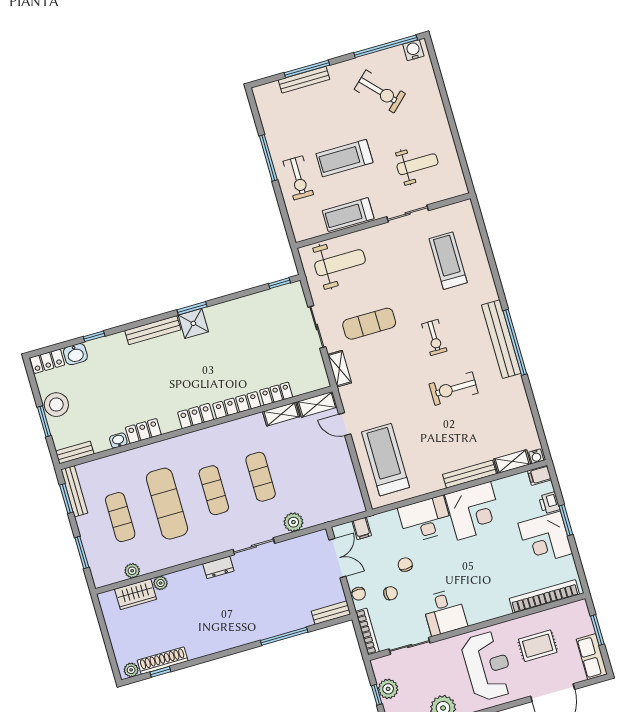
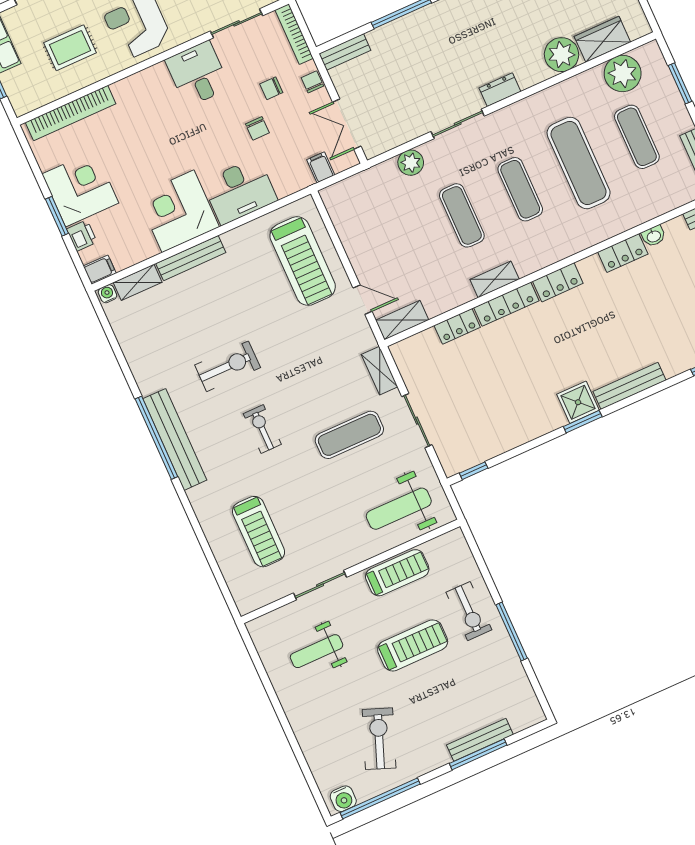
exercise bike: (380, 91) -> (379, 739), turned 64
exercise bike: (298, 178) -> (469, 611), turned 180
shelving: (281, 414) -> (495, 279), moved
plant: (132, 571) -> (623, 74), width x1.87, depth x1.87
plant: (161, 583) -> (561, 55), width x1.88, depth x1.88

